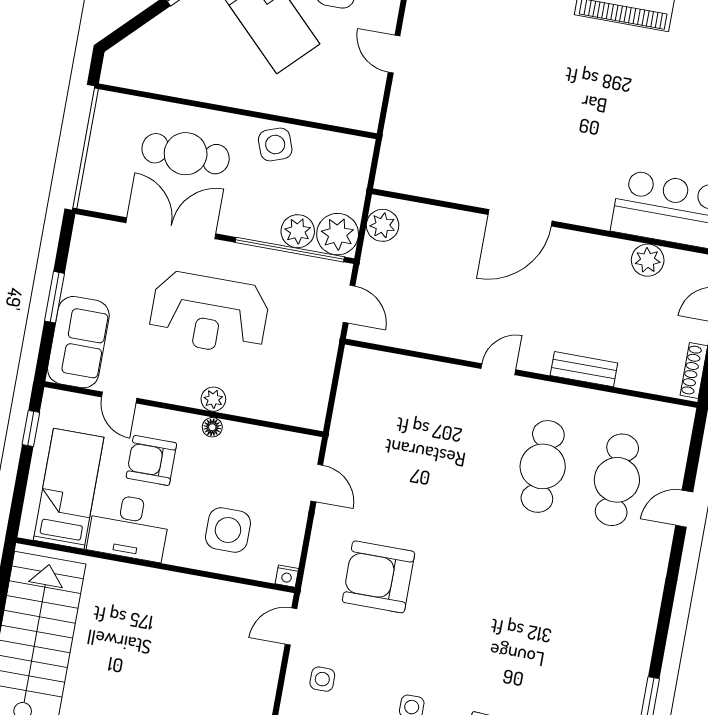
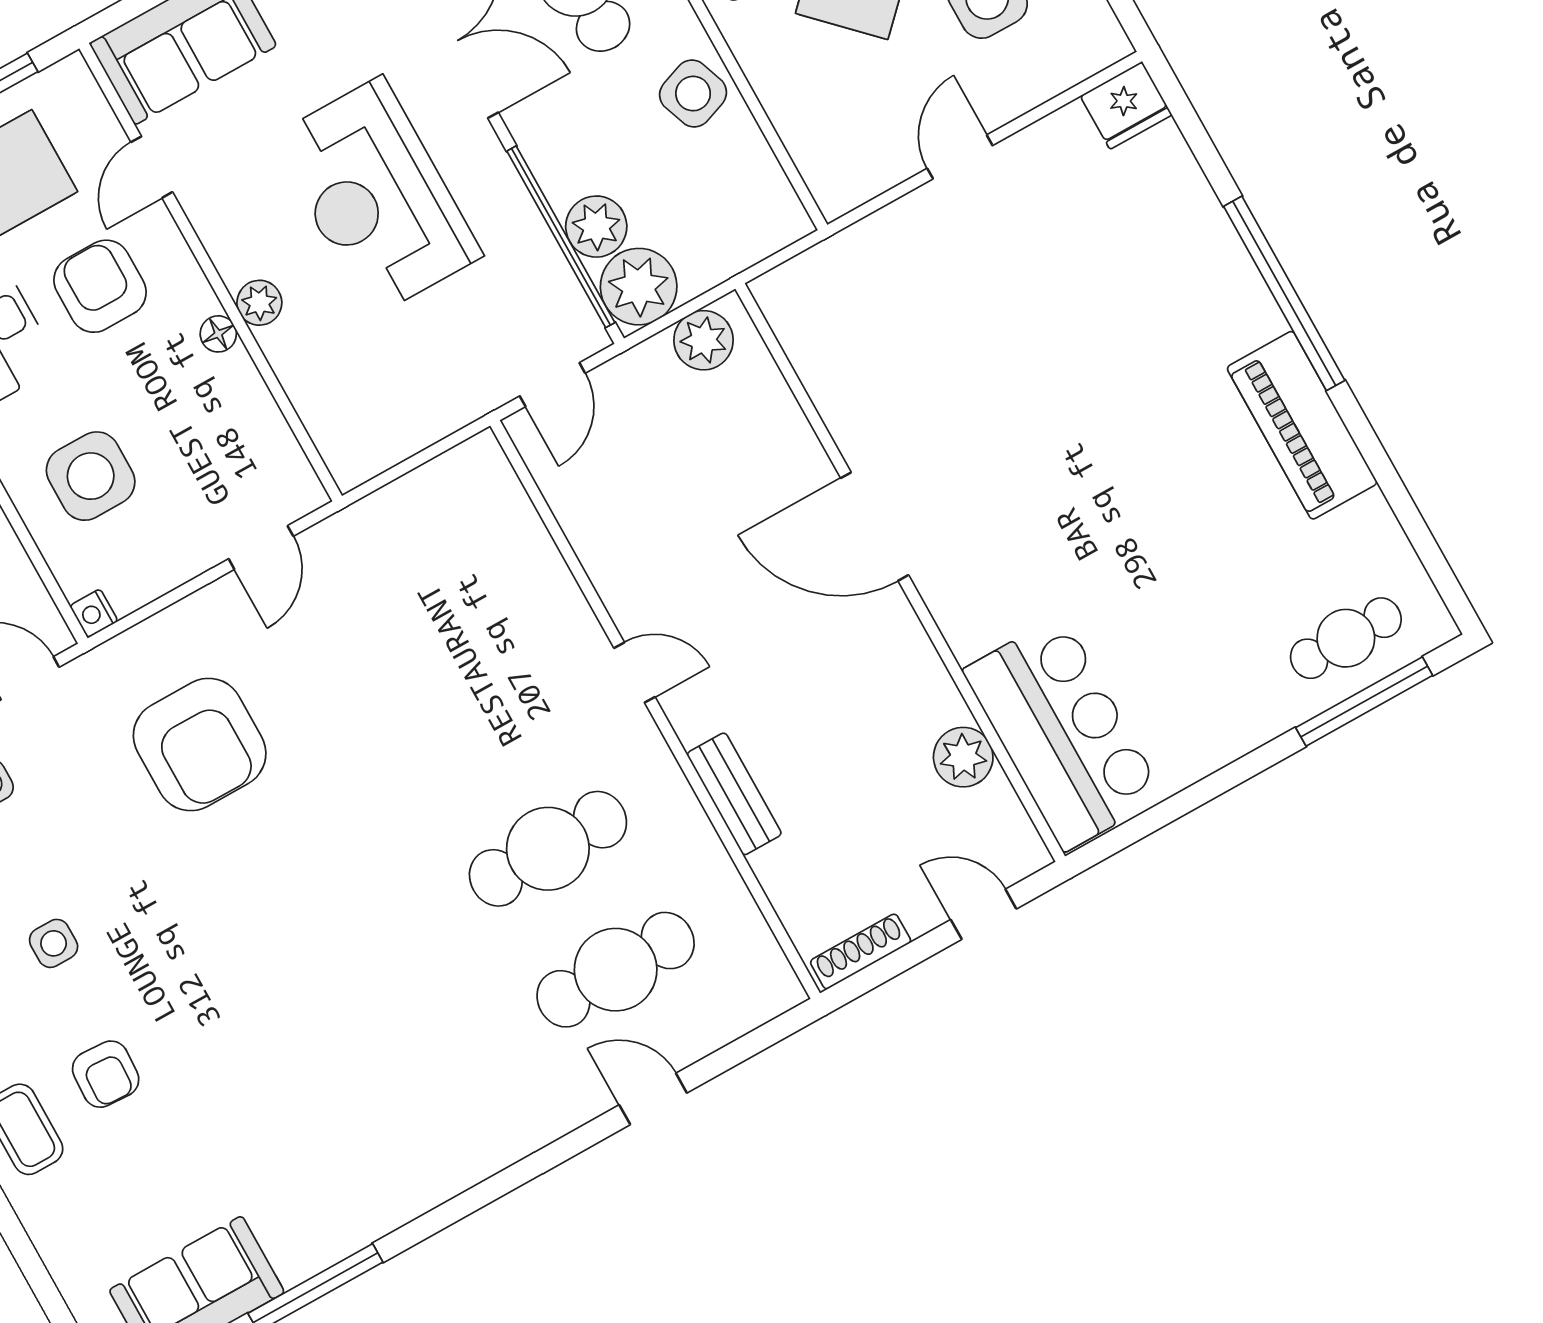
armchair: (379, 577) -> (200, 744), turned 180

